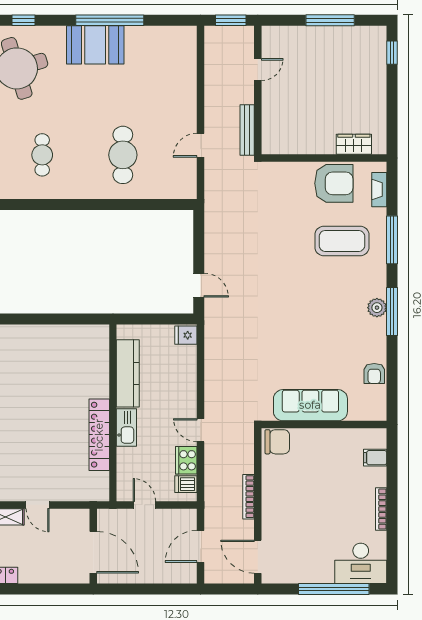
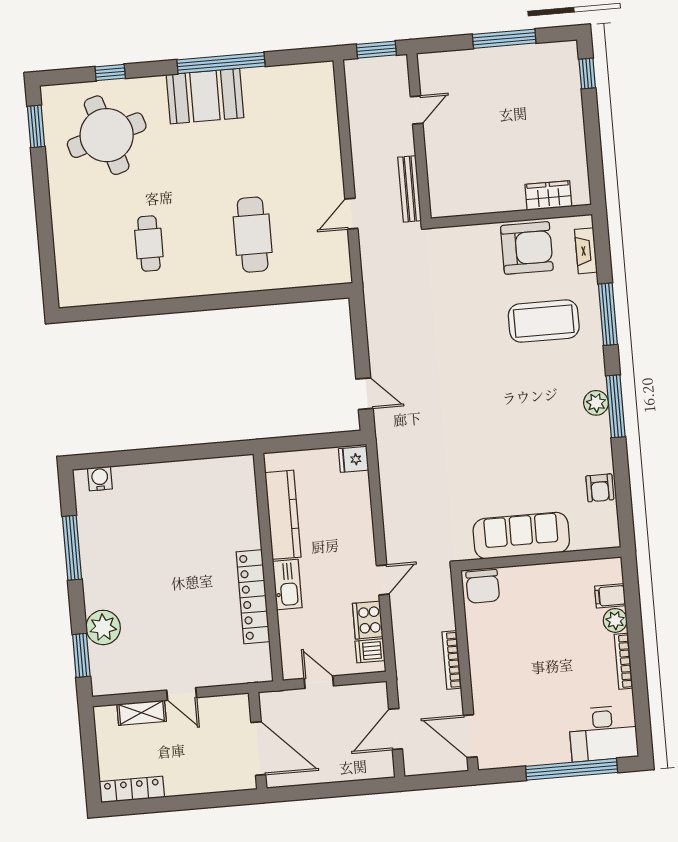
door: (201, 430) -> (383, 580), swing flipped
chair: (277, 442) -> (483, 586), turned 90
plant: (377, 477) -> (615, 620), added

